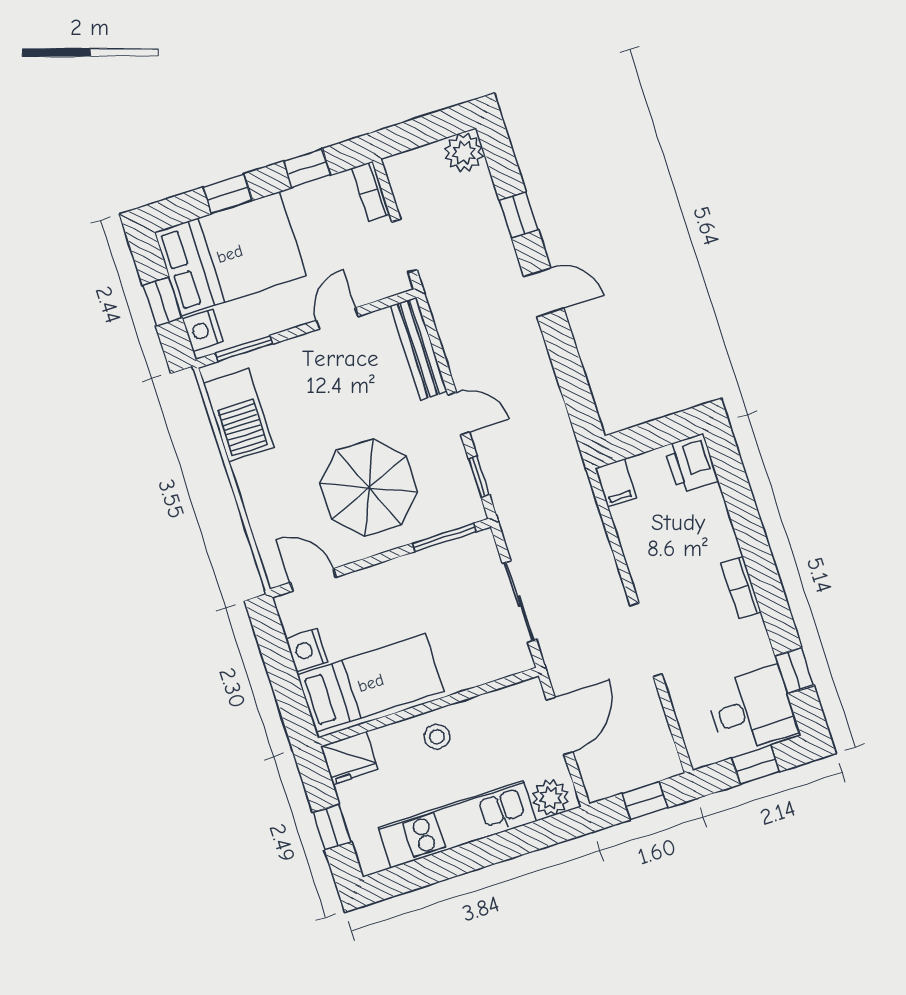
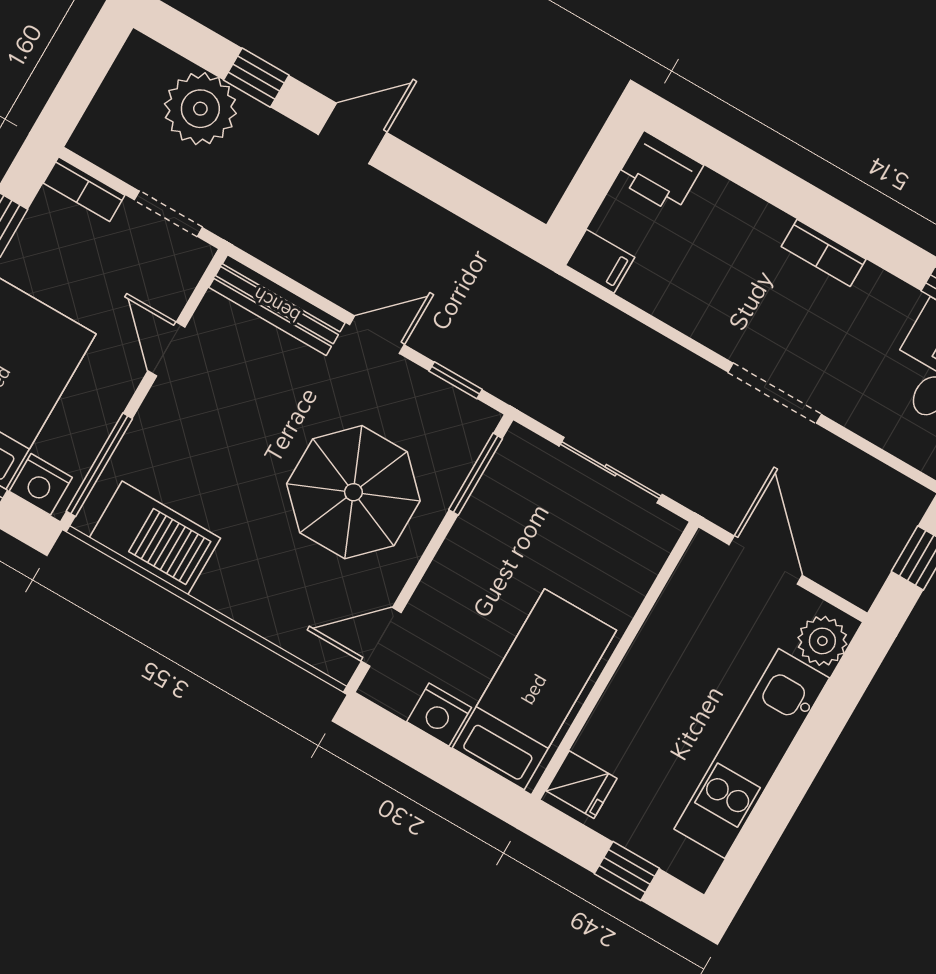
plant: (464, 153) -> (200, 109), moved, width x1.36, depth x1.36
window: (244, 348) -> (99, 465), width x1.44
stool: (437, 737) -> (651, 683), removed
fridge: (350, 758) -> (582, 785), width x0.72

